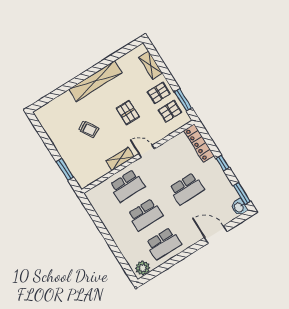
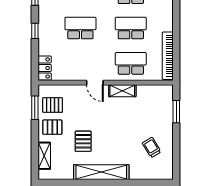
pallet: (128, 113) -> (83, 141), moved
trolley: (89, 129) -> (152, 147), moved
locker: (199, 143) -> (45, 68), width x0.66
bookcase: (101, 211) -> (168, 56), added

